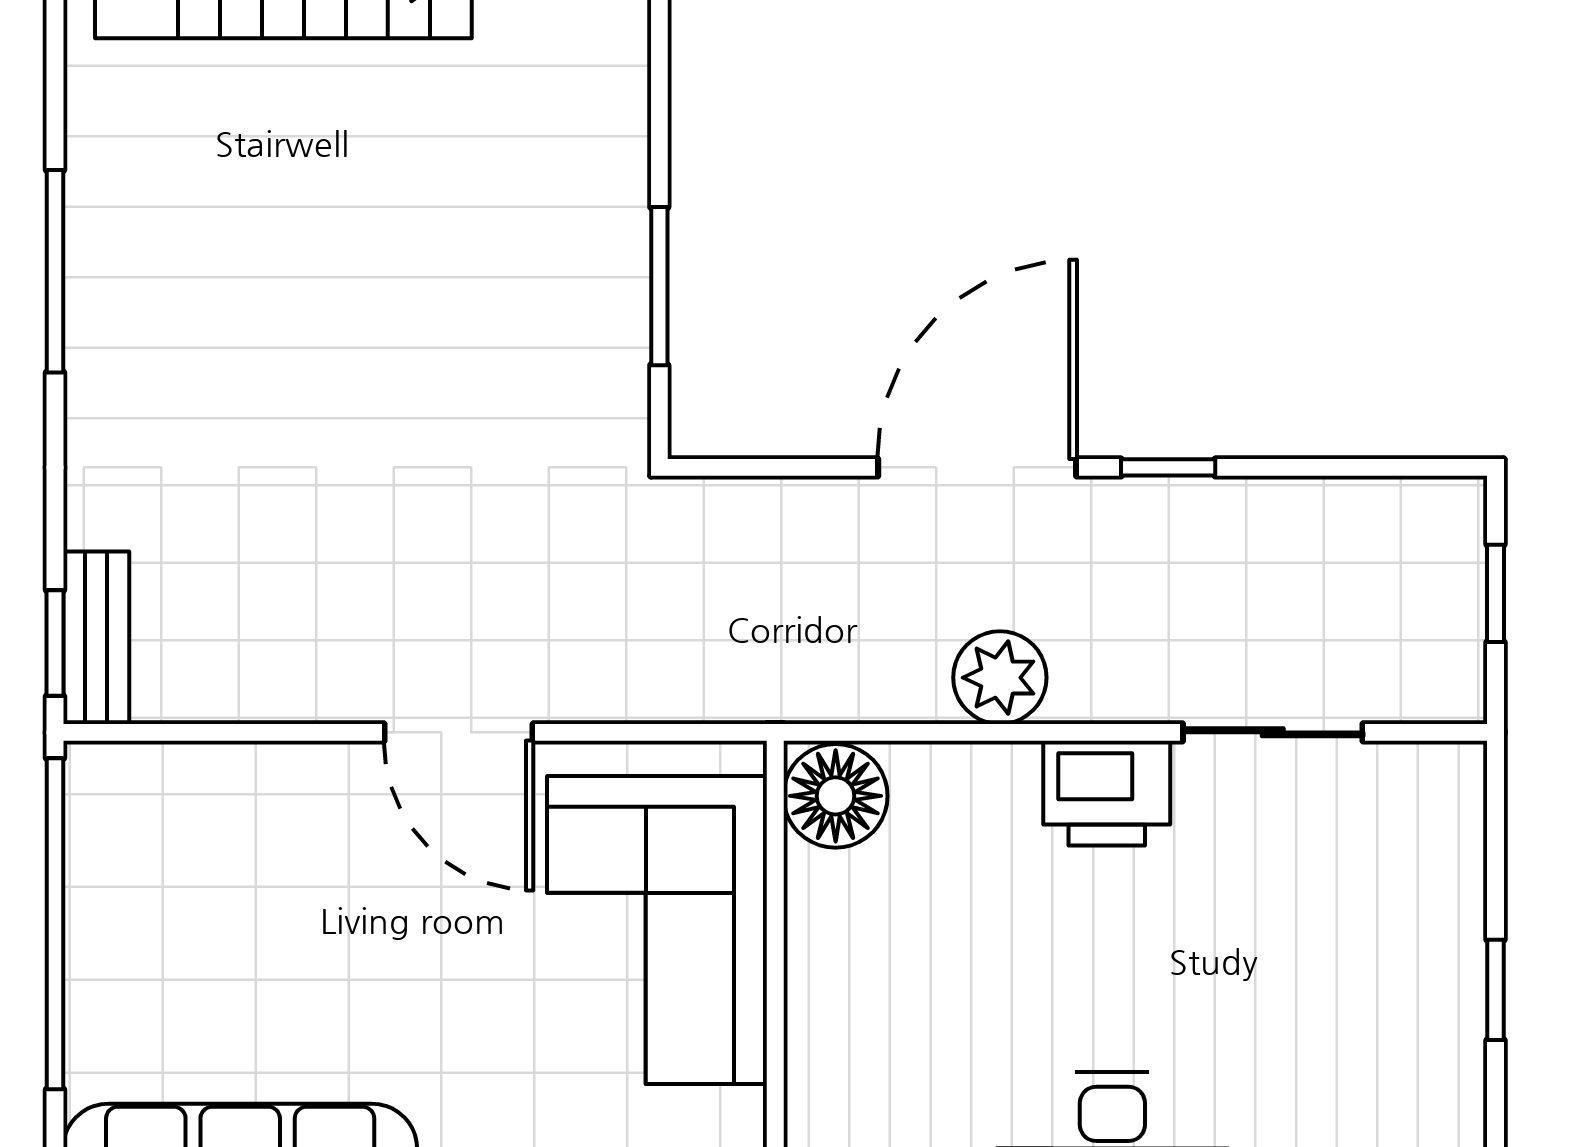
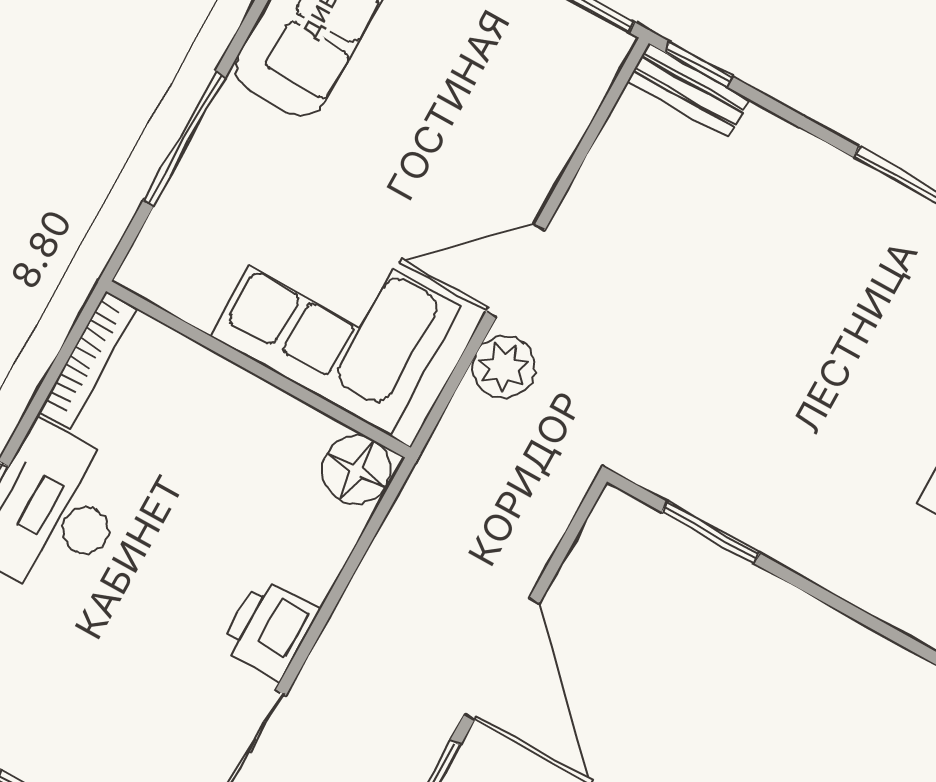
plant: (1000, 678) -> (504, 367), moved

